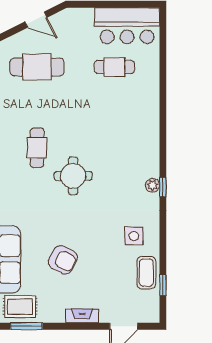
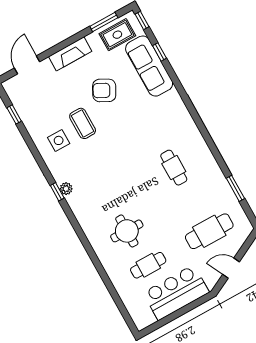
bar counter: (127, 26) -> (176, 293), moved
round table: (73, 176) -> (127, 231), moved
coffee table: (146, 273) -> (83, 123), moved
fireplace: (82, 316) -> (70, 54), width x1.37, depth x1.32

